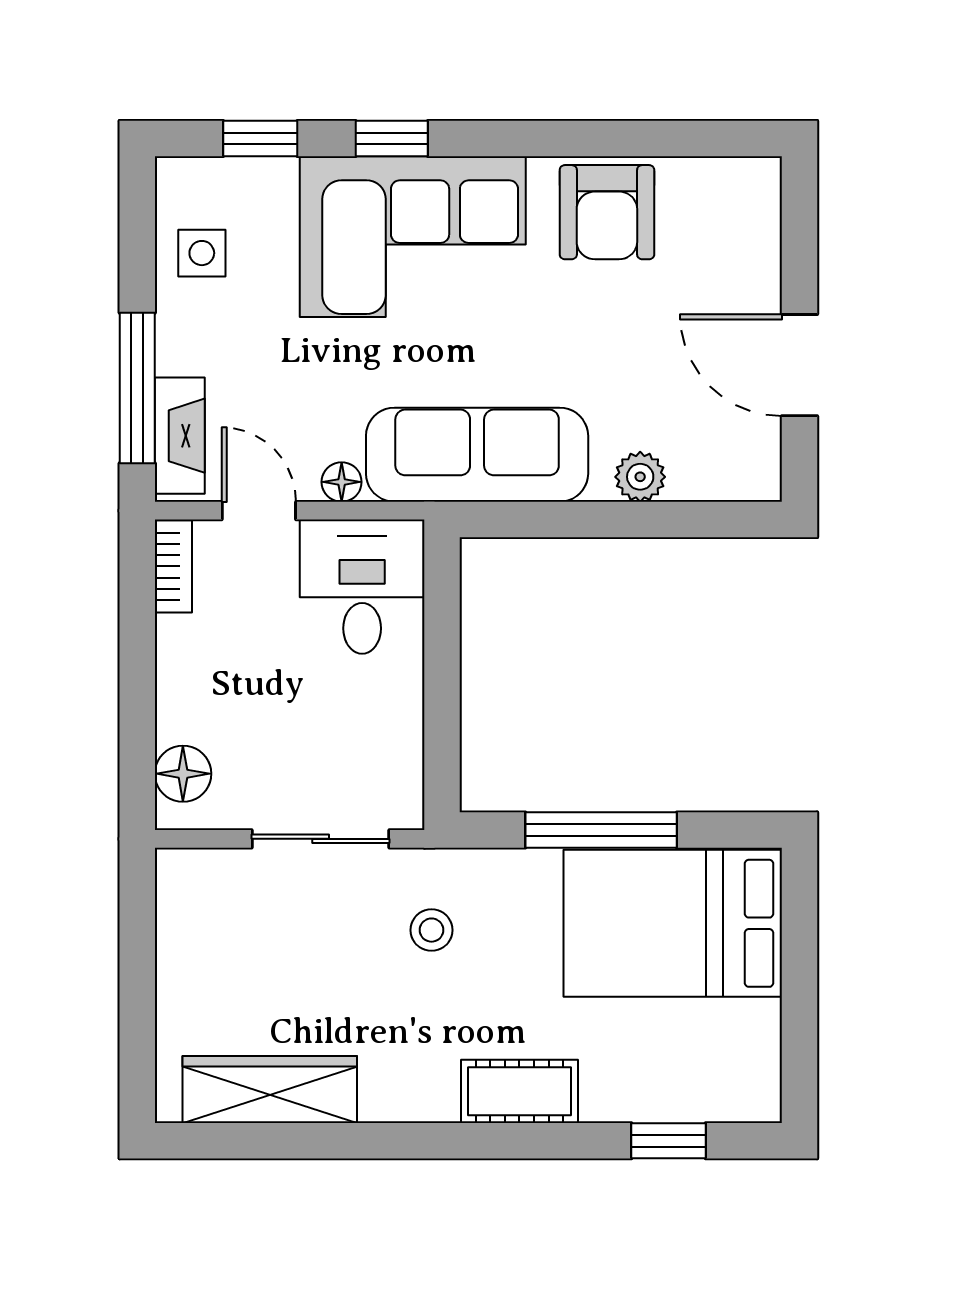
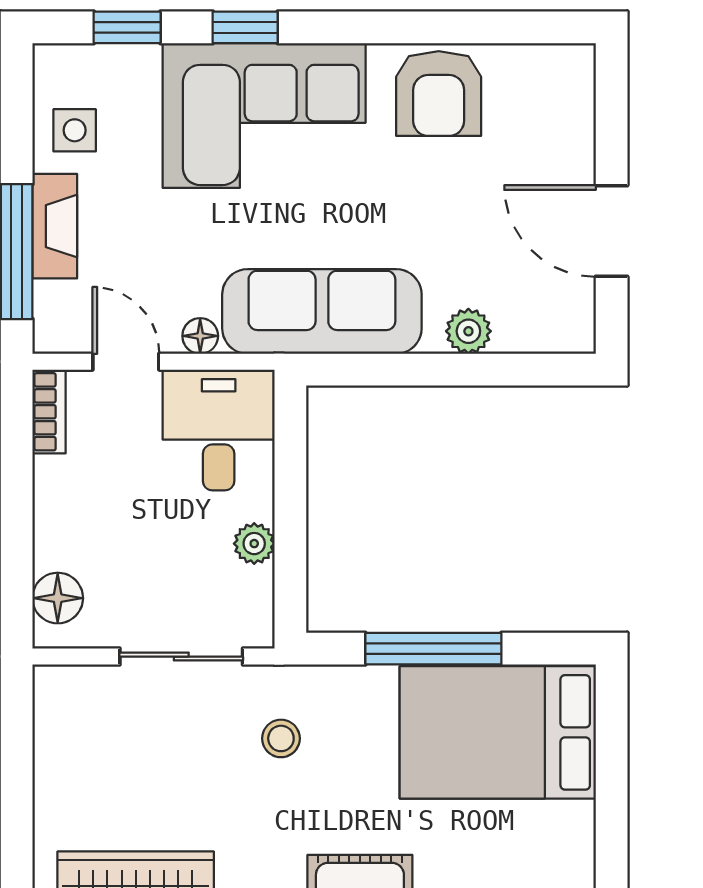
fireplace: (180, 436) -> (55, 226), moved
plant: (402, 713) -> (254, 544), added

